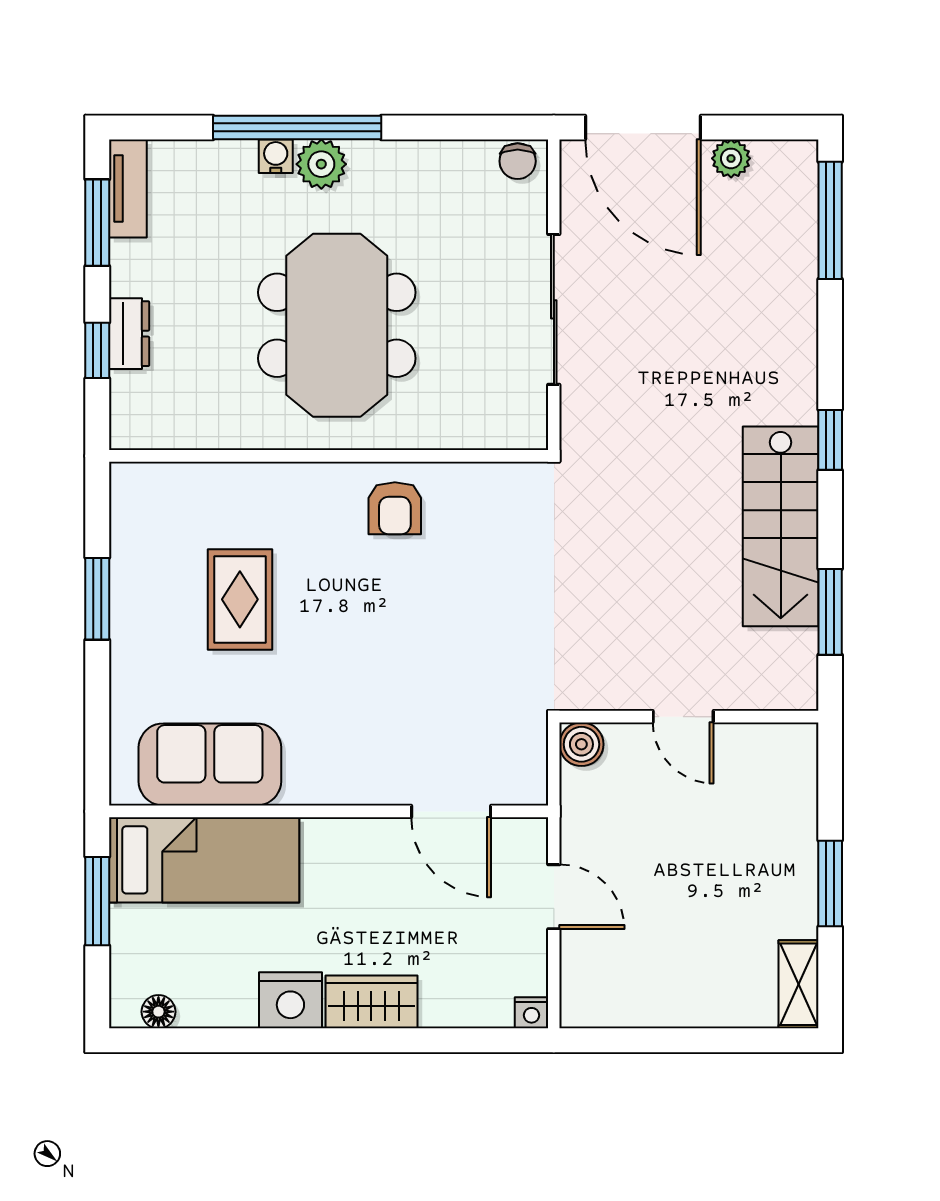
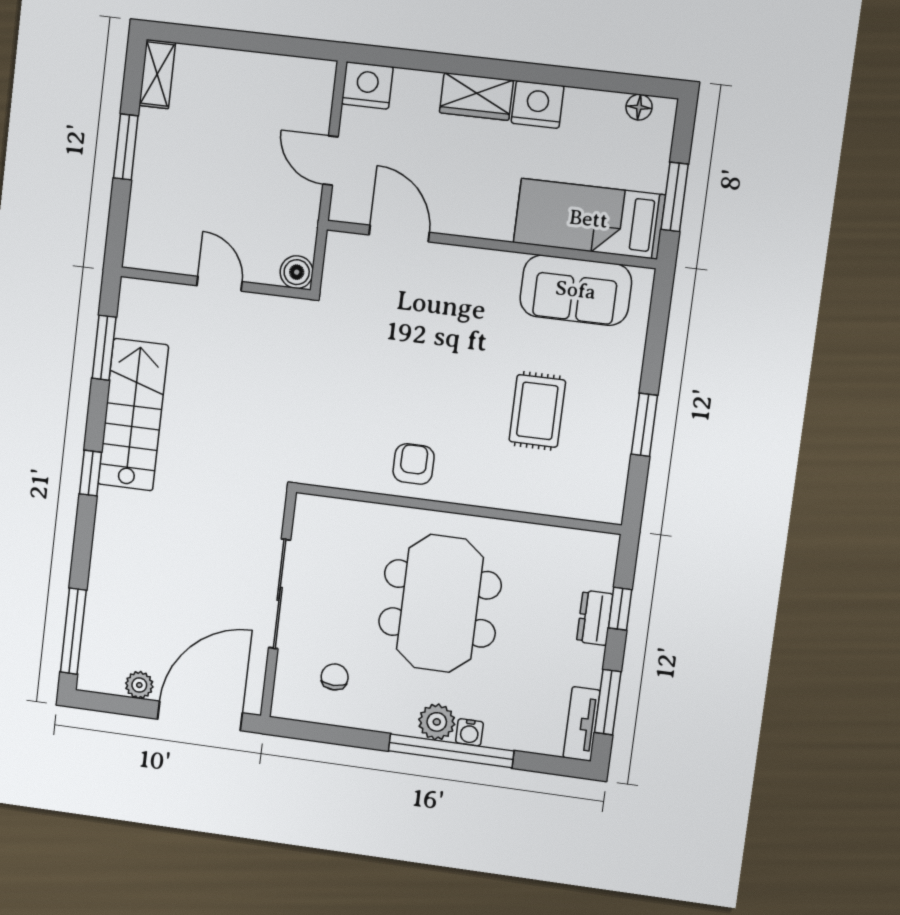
door: (643, 127) -> (200, 716), hinge flipped
chair: (518, 161) -> (335, 677), moved
nightstand: (531, 1013) -> (367, 85), width x1.89, depth x1.79

